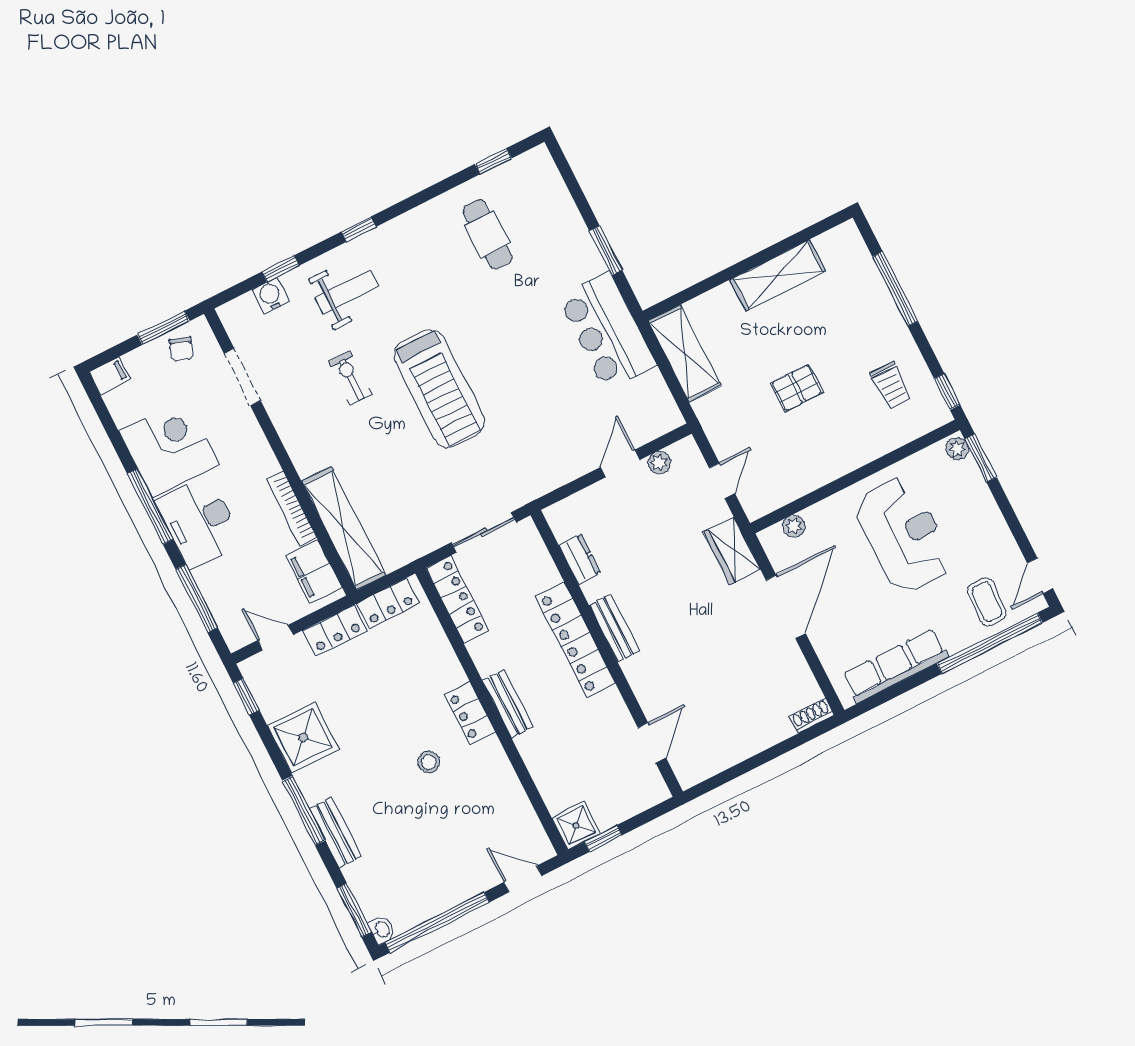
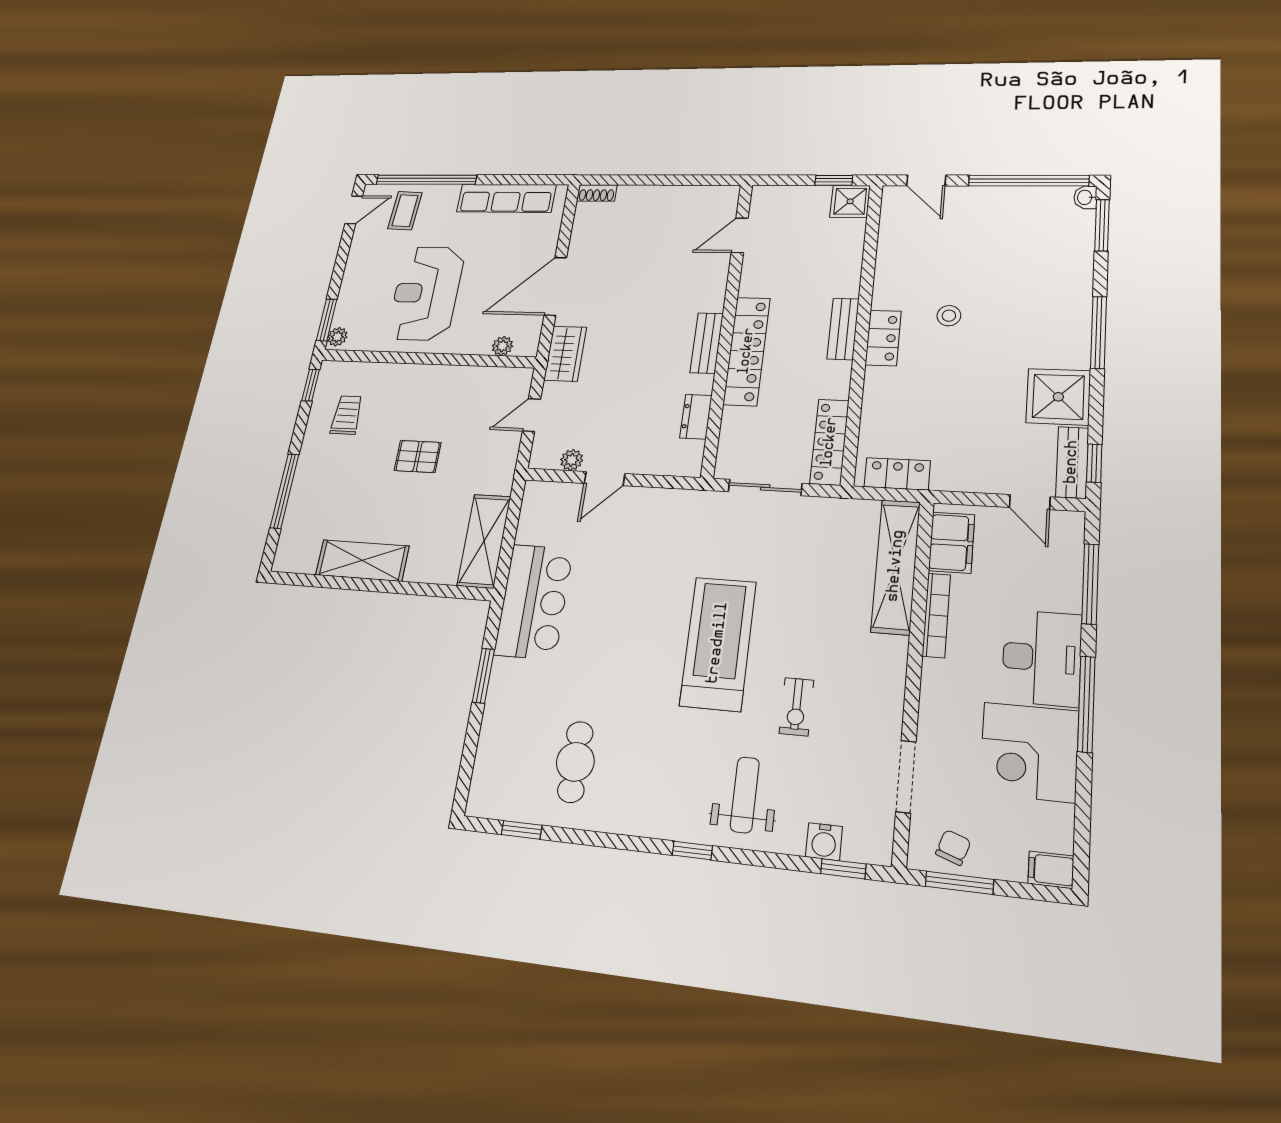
window: (280, 269) -> (843, 869), moved
weight bench: (347, 292) -> (745, 795), turned 90
locker: (335, 630) -> (965, 477), removed
bench: (336, 833) -> (1072, 462), moved

